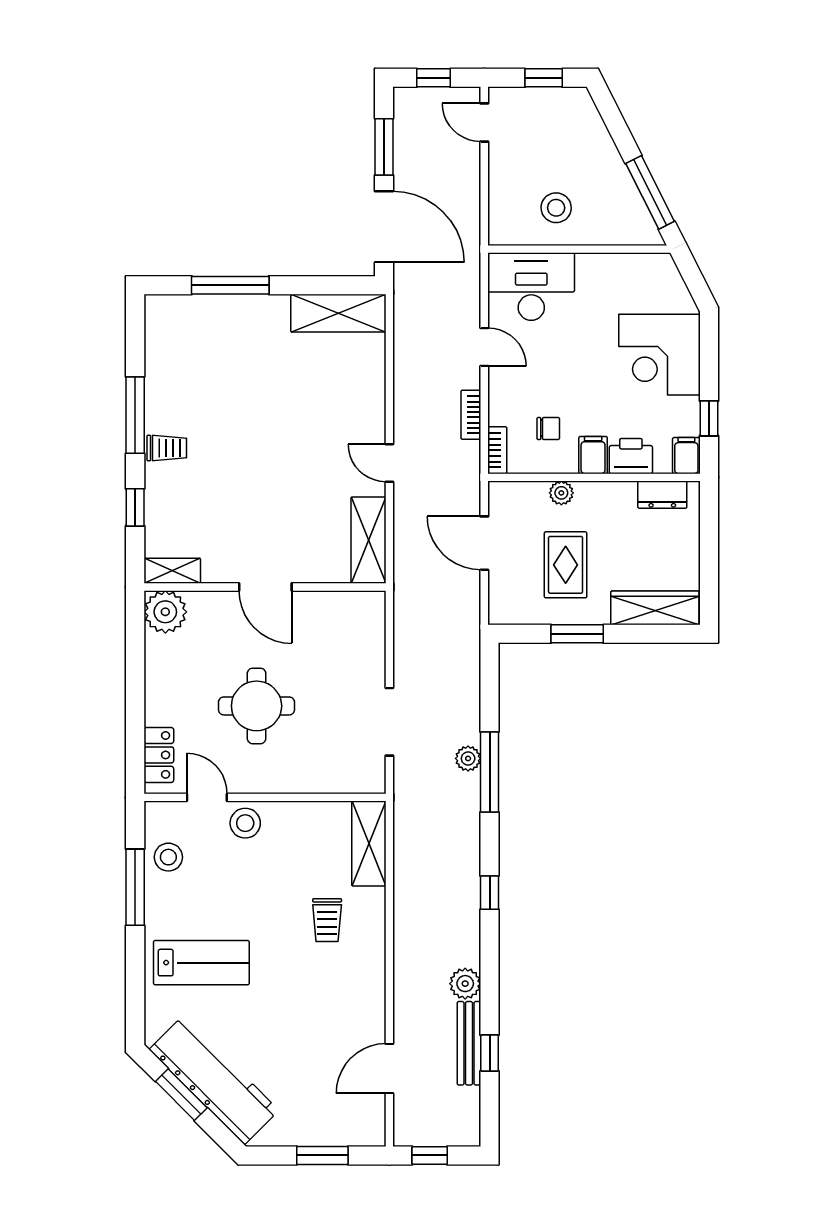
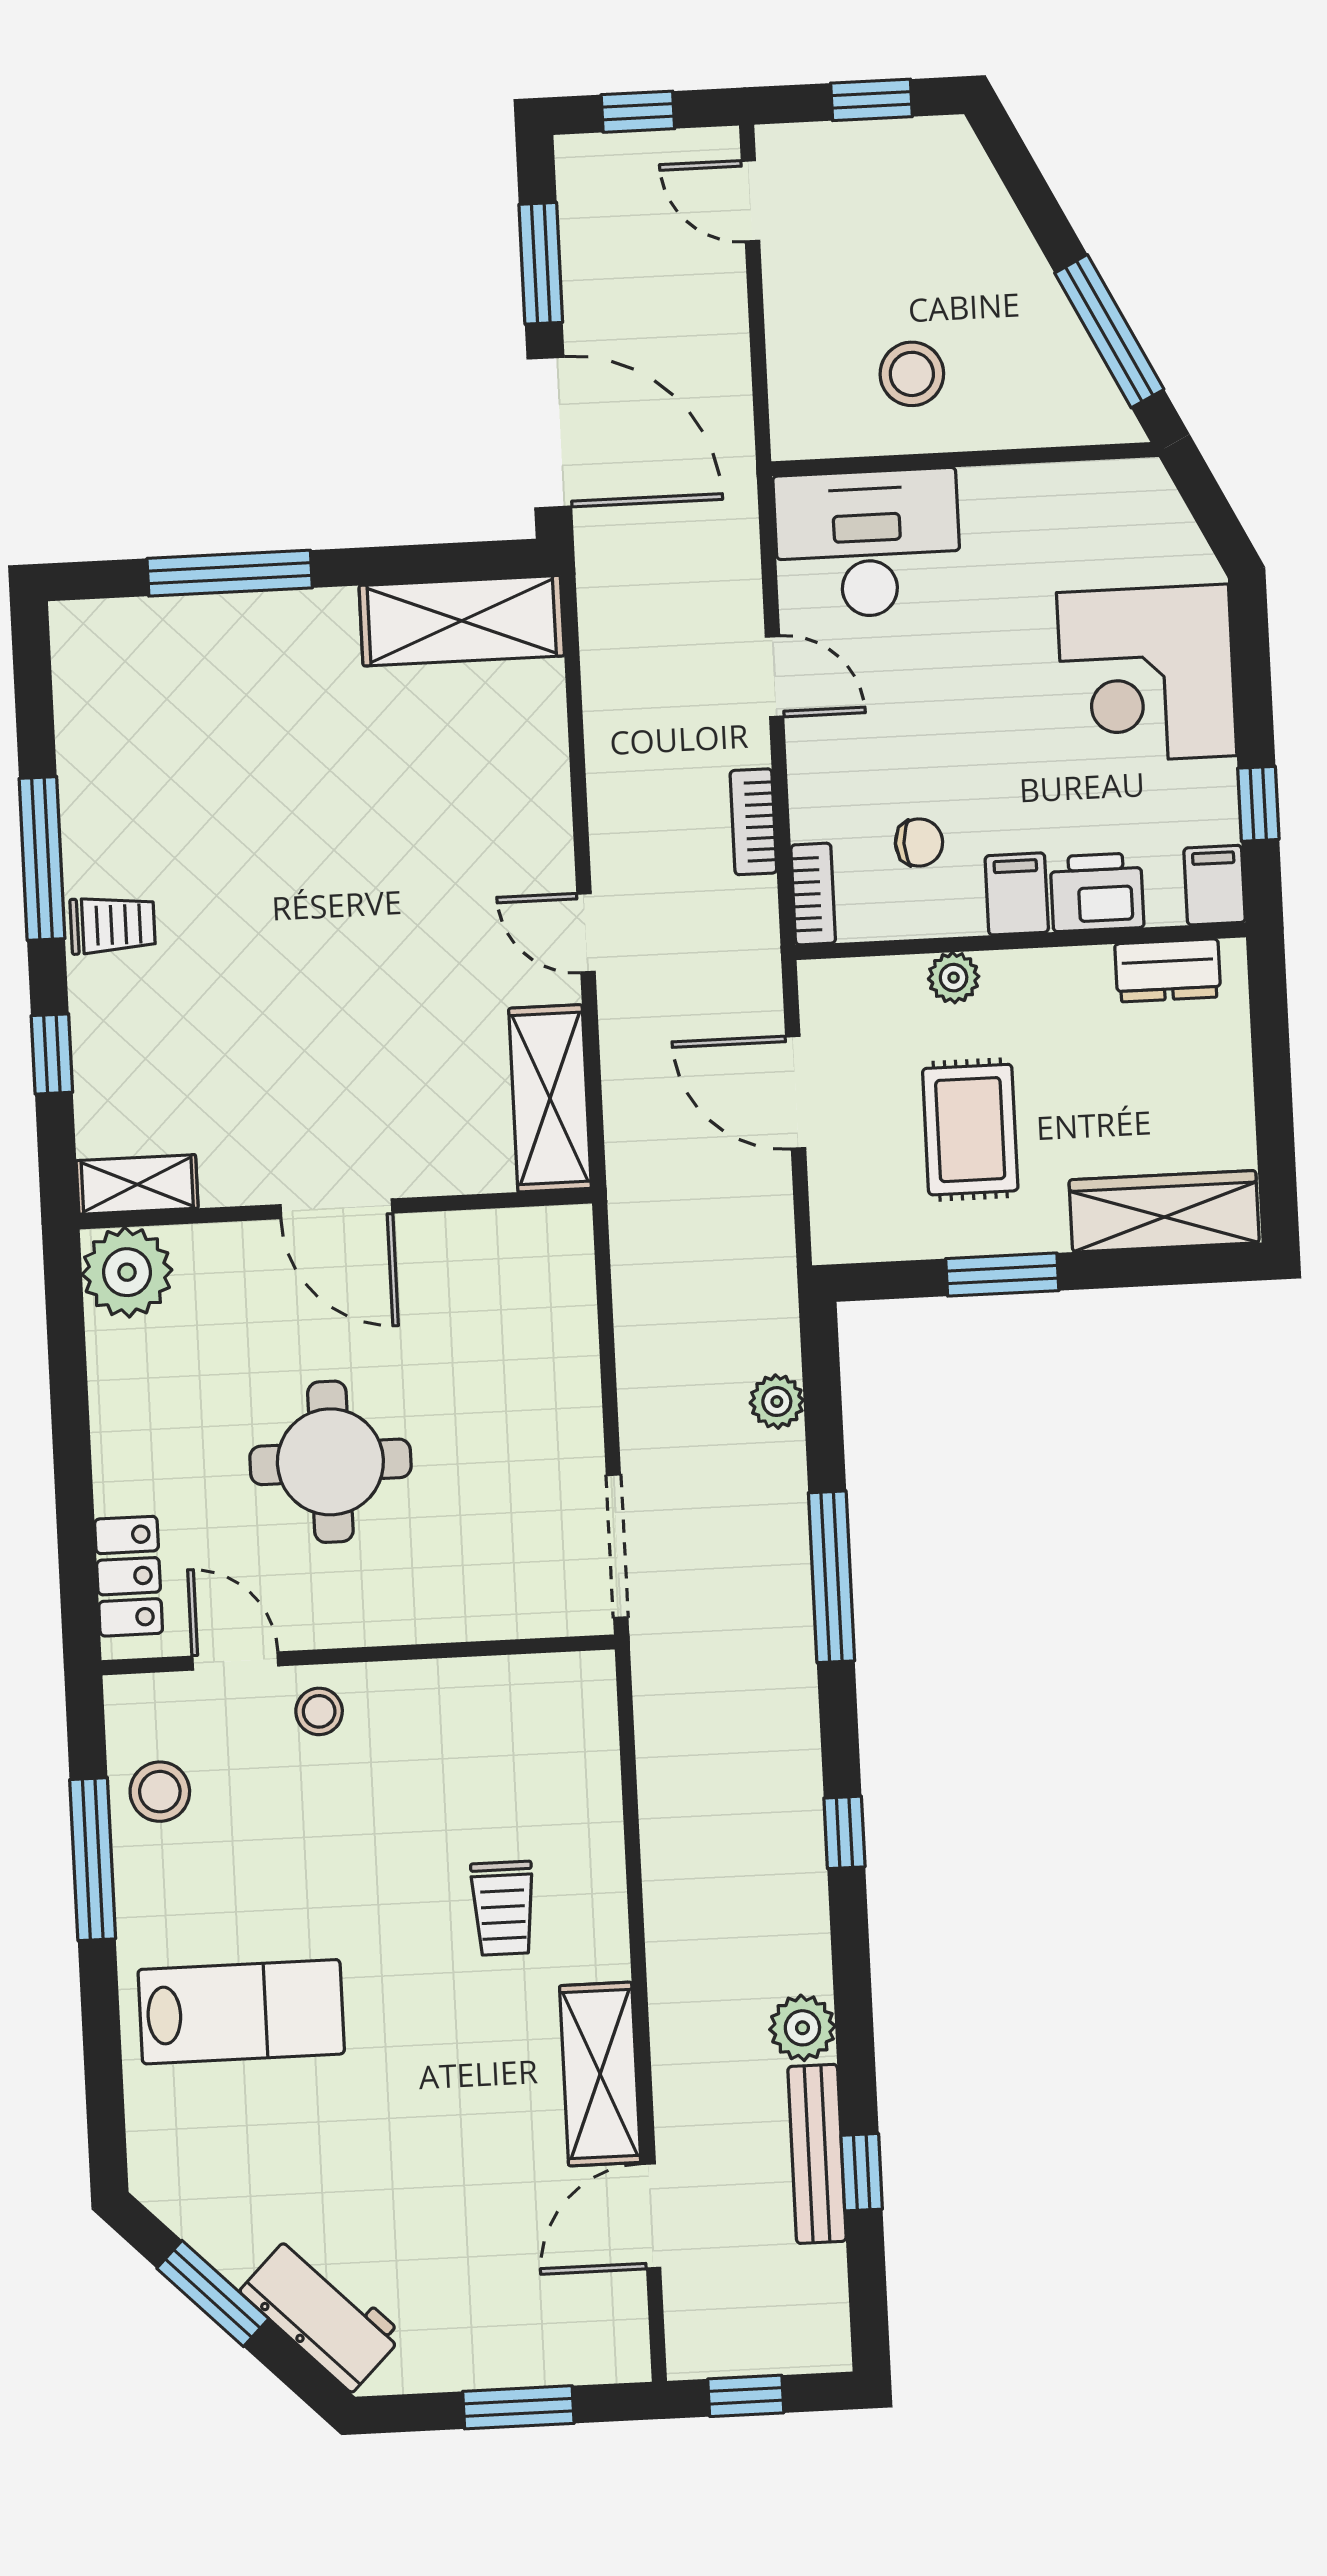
doorway: (389, 722) -> (617, 1546), moved
plant: (468, 758) -> (777, 1402), moved
stool: (245, 823) -> (319, 1711), width x0.73, depth x0.73
shelving: (369, 844) -> (600, 2074), moved
workbench: (214, 1080) -> (322, 2313), width x0.53, depth x0.76

